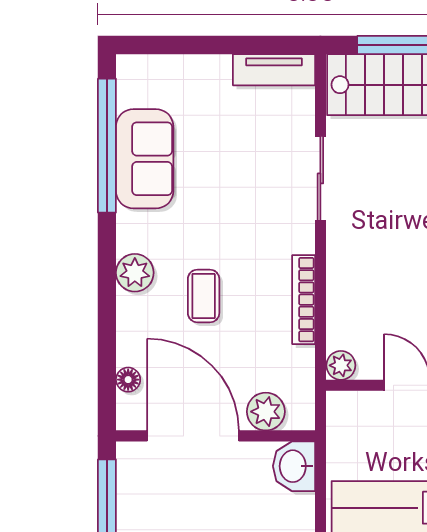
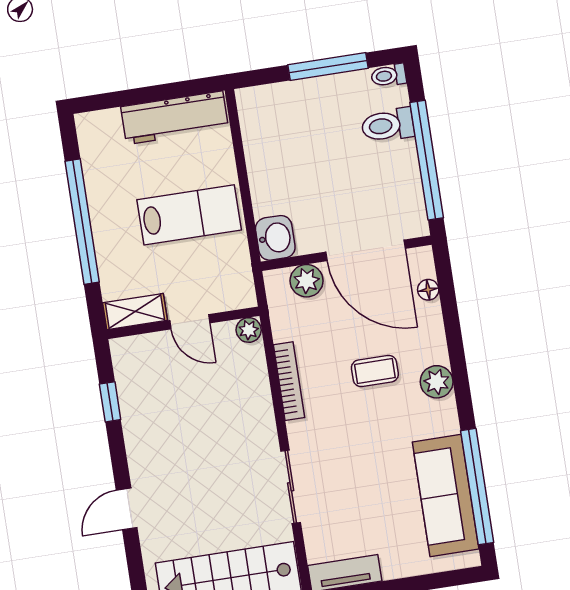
sofa: (145, 159) -> (446, 496), width x1.36
coffee table: (204, 296) -> (375, 371), turned 90

